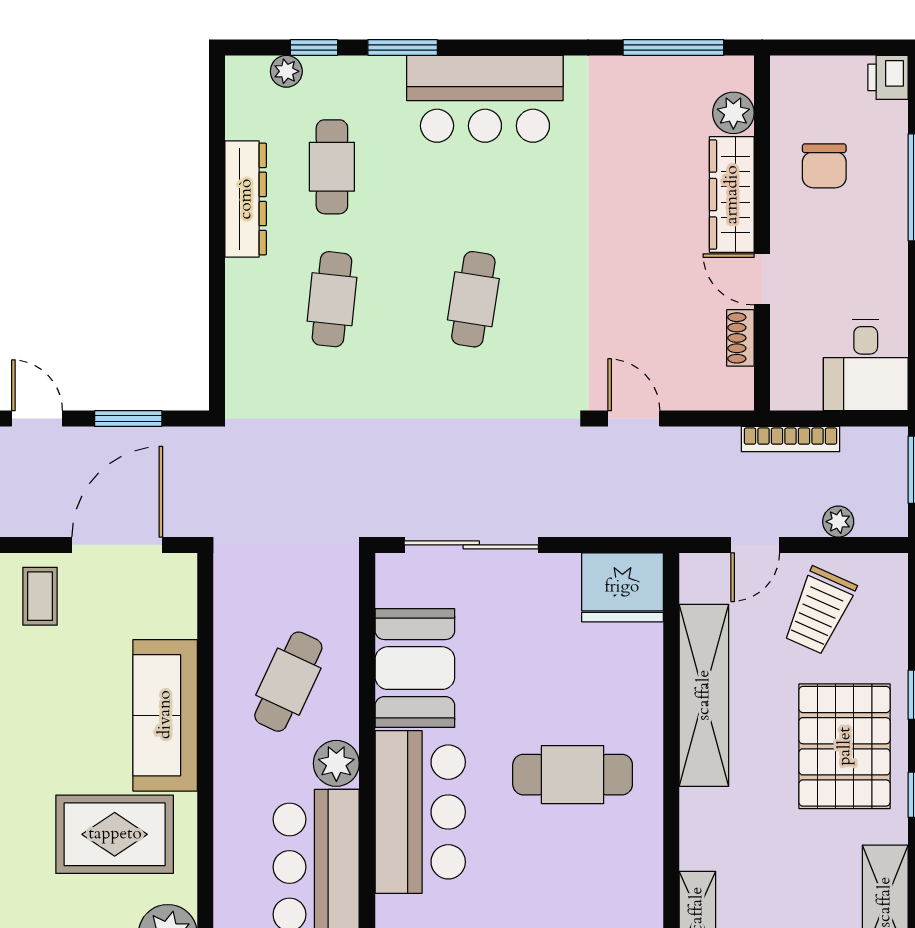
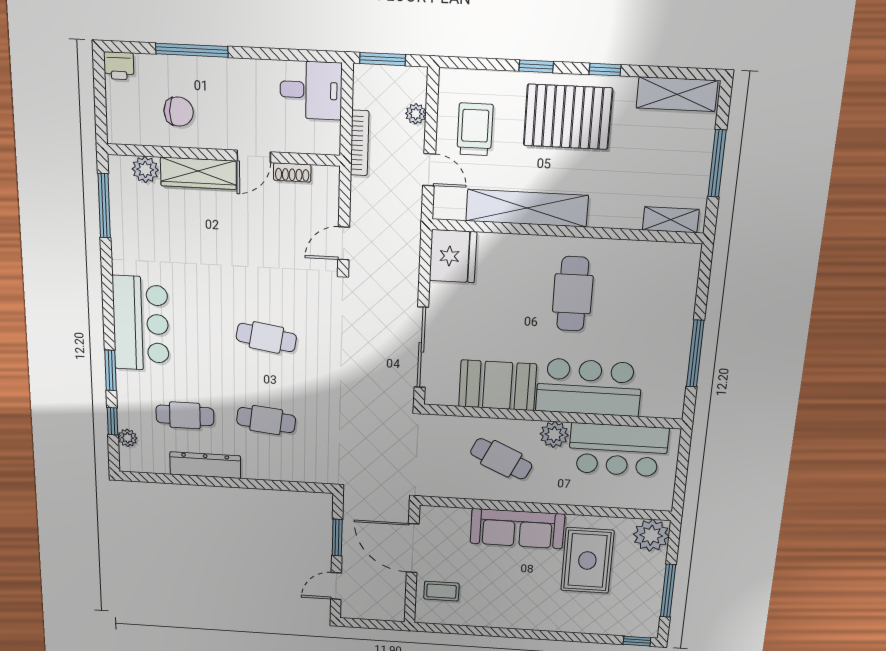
trolley: (819, 611) -> (475, 129), turned -114

